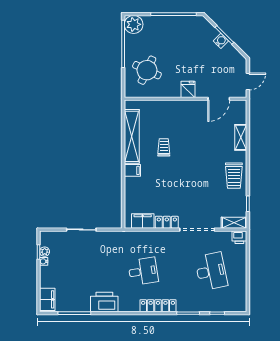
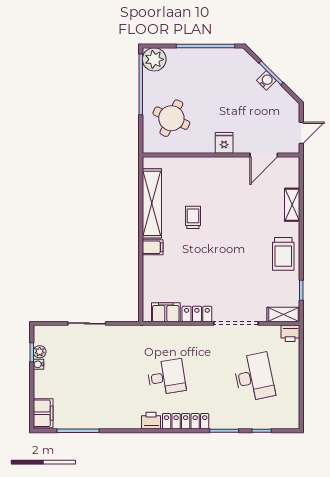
printer: (104, 302) -> (151, 421), moved, width x0.53, depth x0.68

